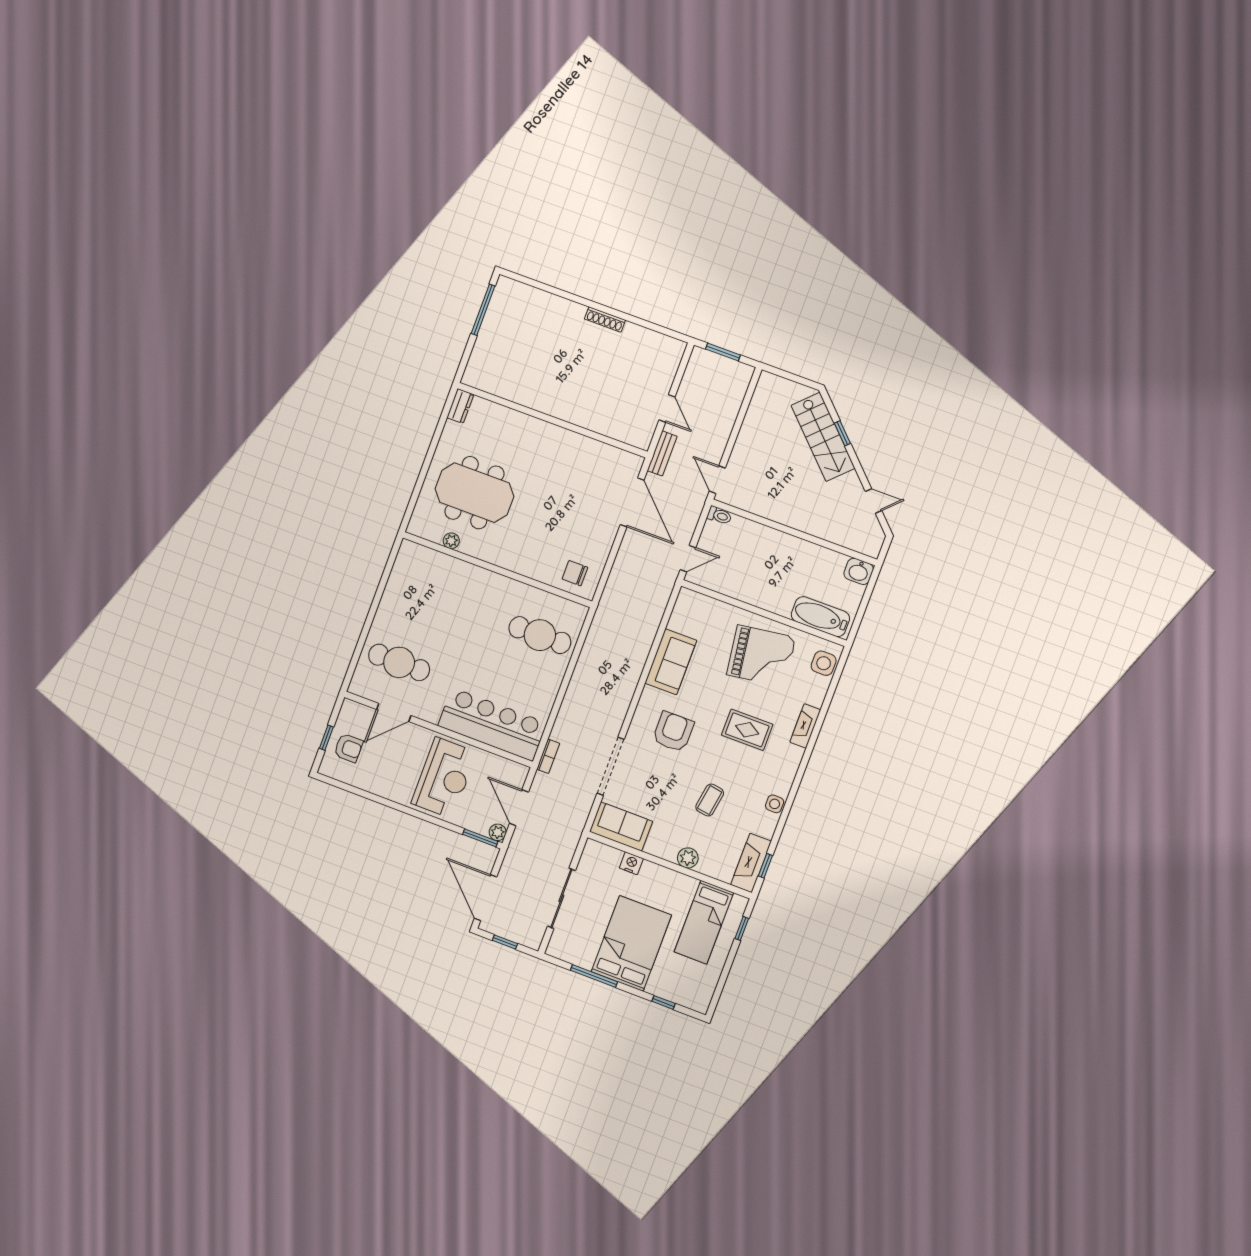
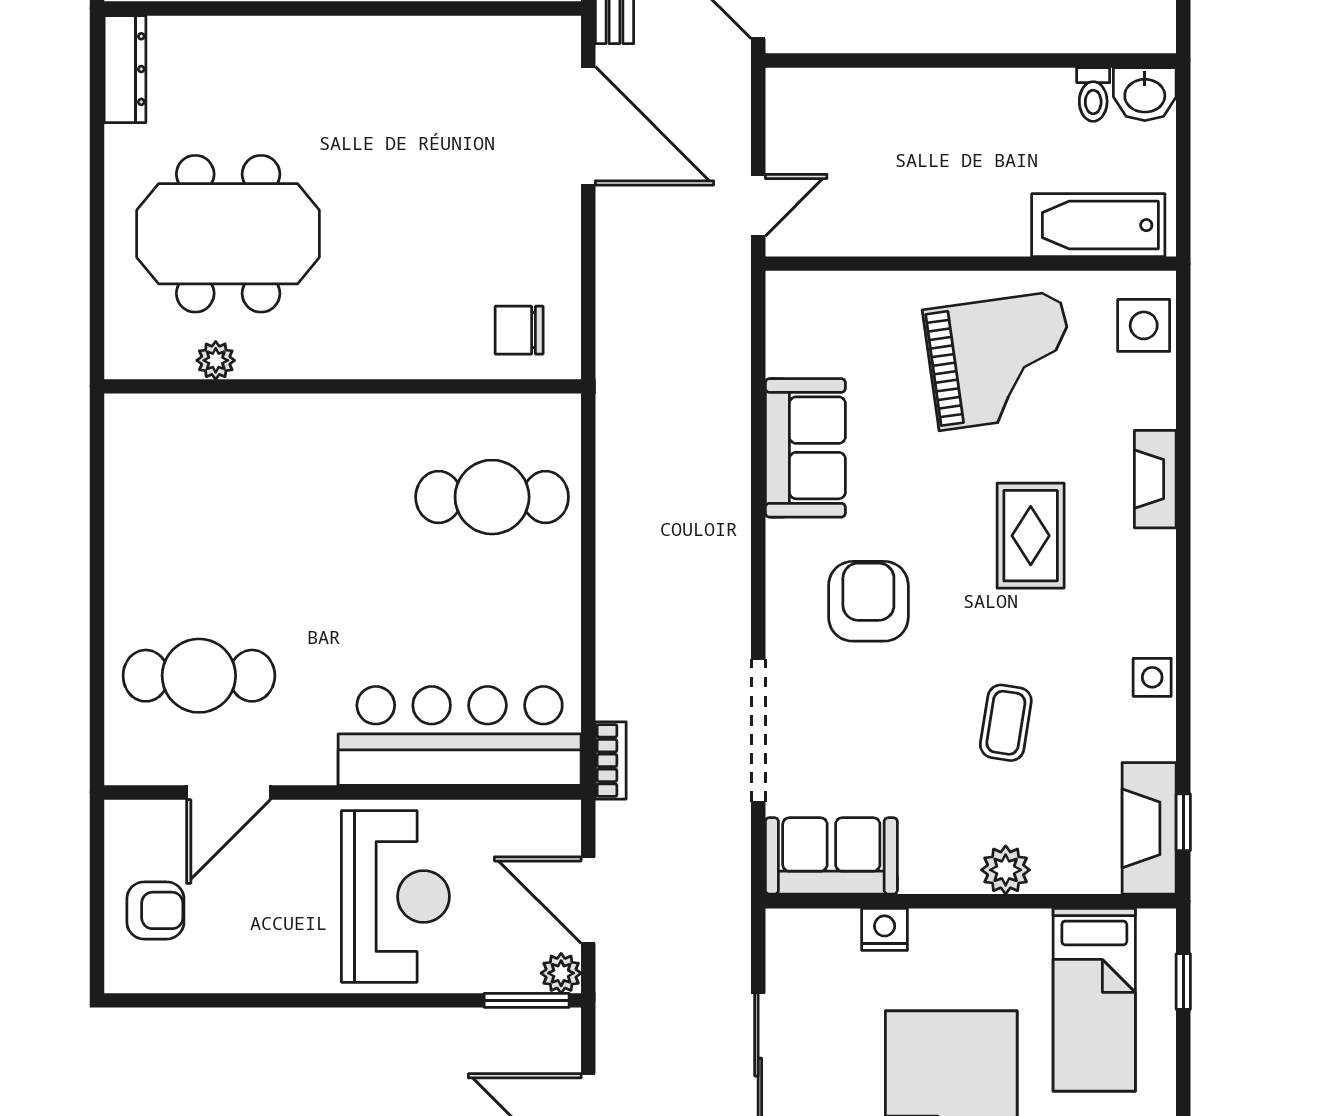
dresser: (460, 406) -> (125, 69), width x1.44
toilet: (719, 516) -> (1093, 94), moved, turned 90
rug: (747, 730) -> (1031, 536), turned 90
window: (326, 738) -> (97, 906), removed

